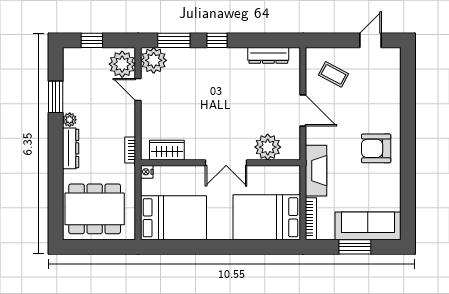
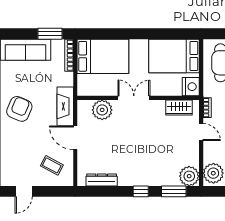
door: (138, 89) -> (201, 132), moved
armchair: (376, 148) -> (19, 109), turned -67
fireplace: (316, 171) -> (65, 106), moved
nightstand: (147, 172) -> (191, 87), width x1.89, depth x1.79
window: (355, 247) -> (50, 34), moved

